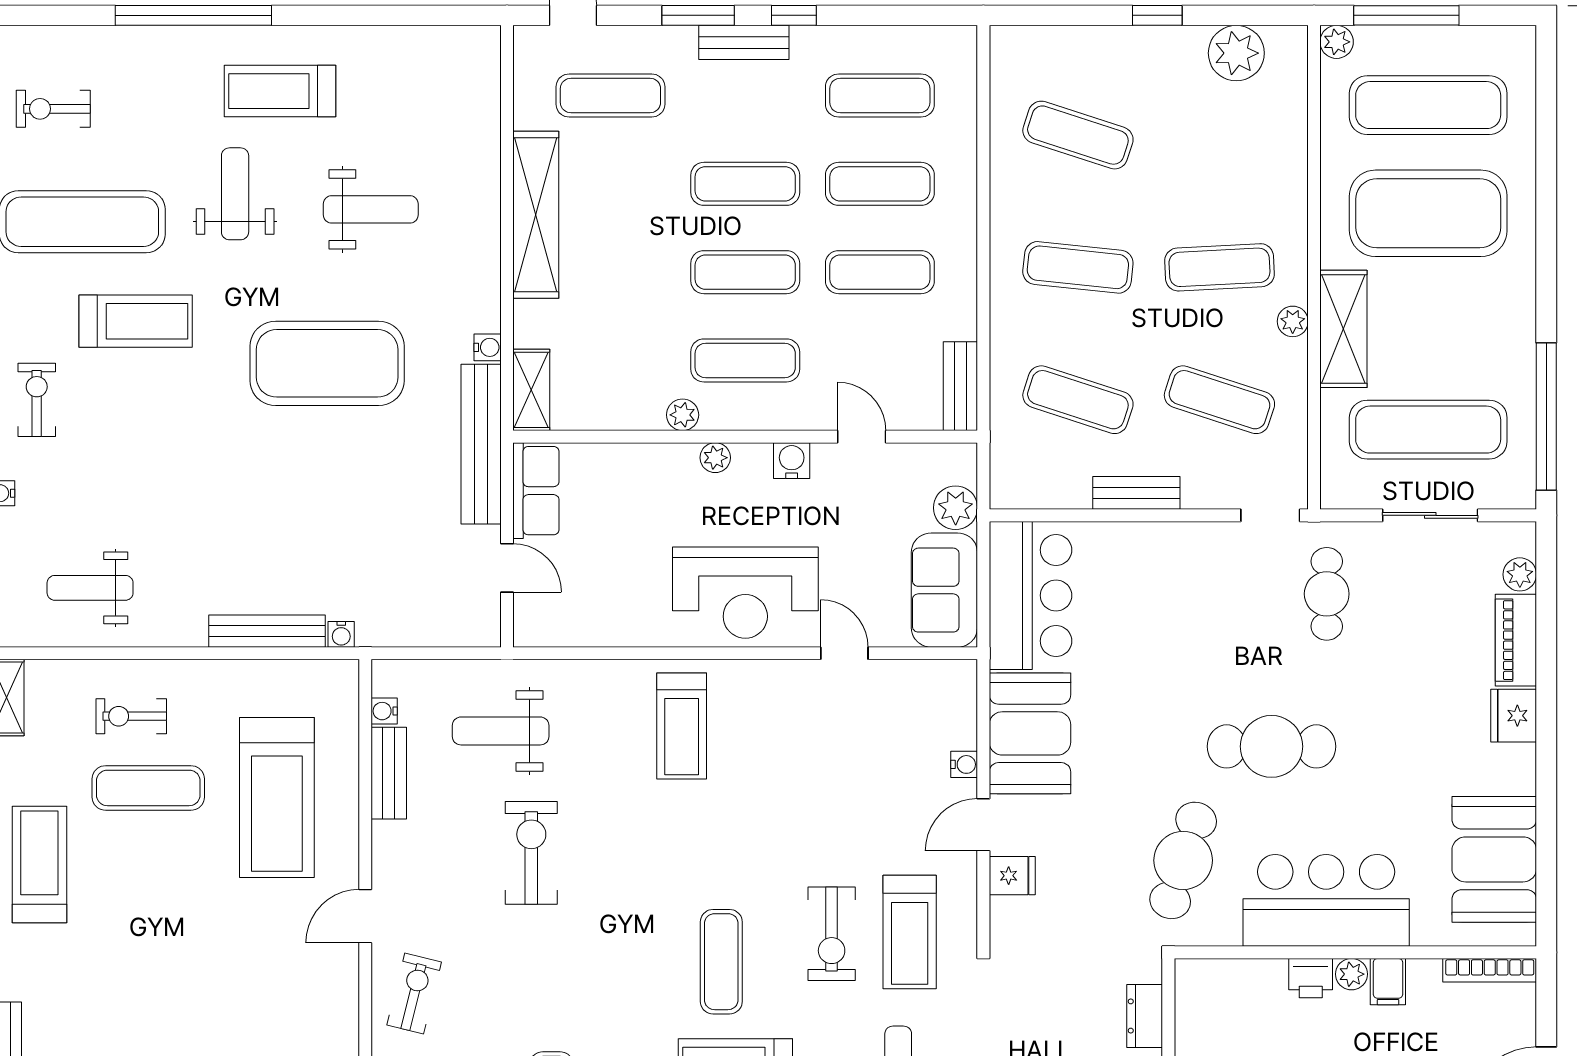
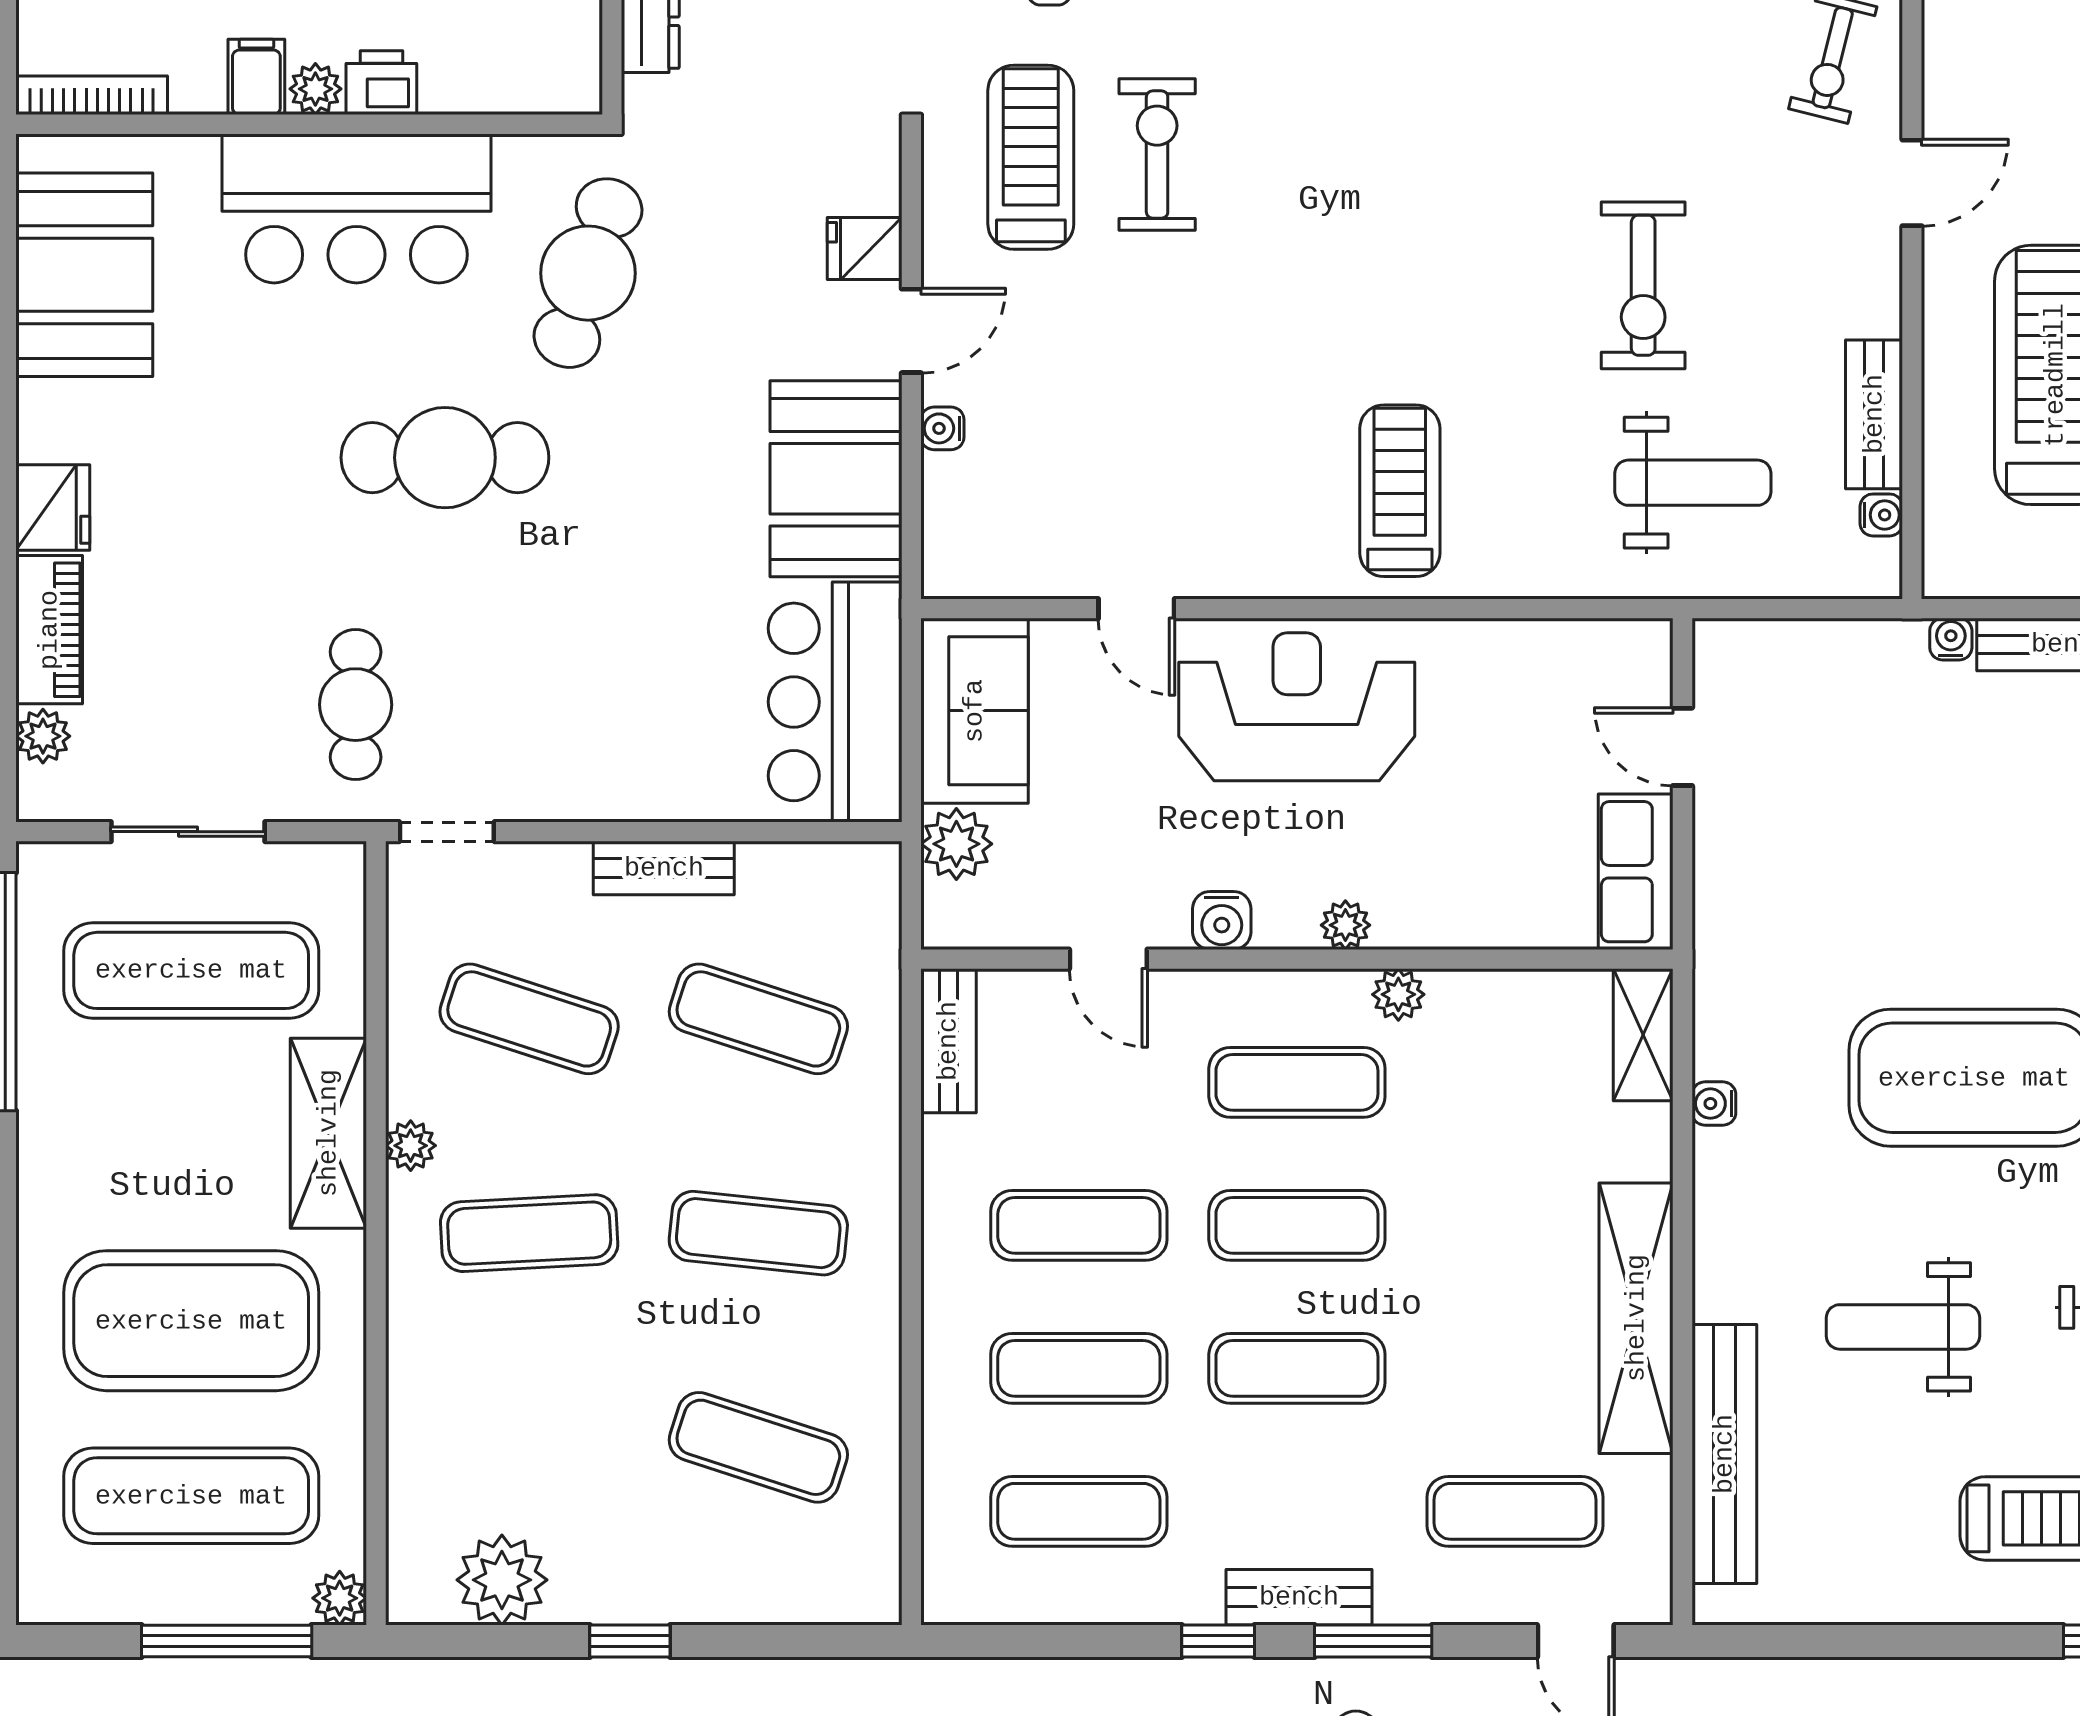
bench: (481, 444) -> (1724, 1454), moved
exercise mat: (721, 962) -> (1336, 109), removed

